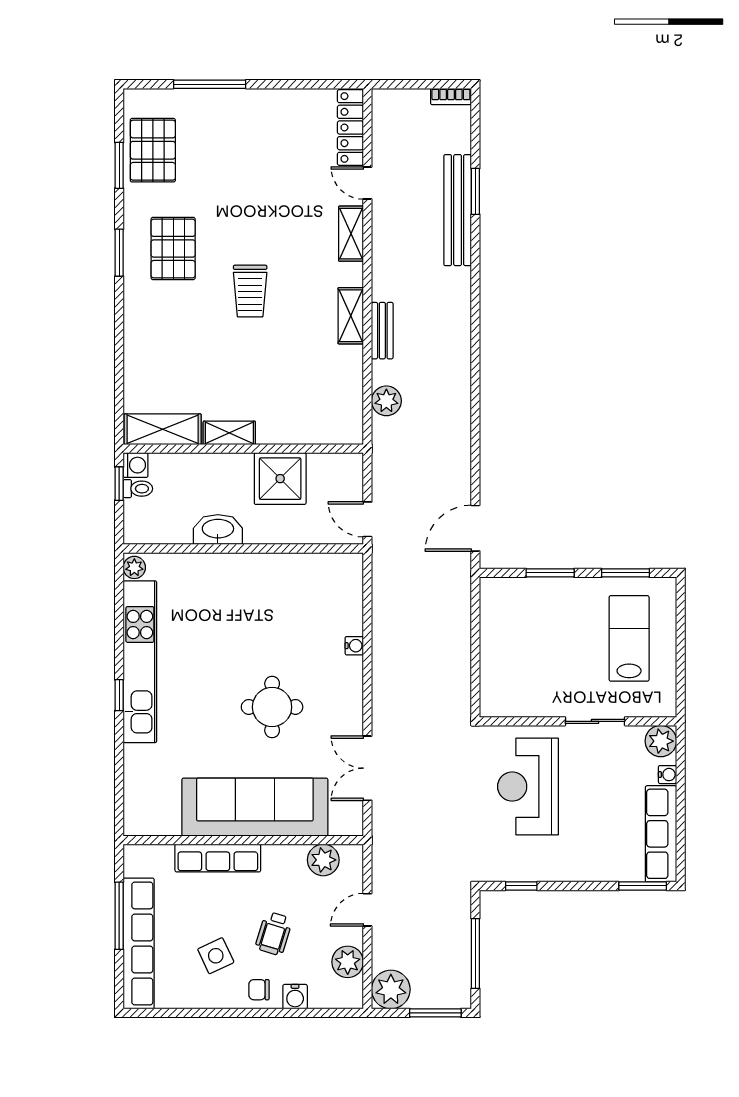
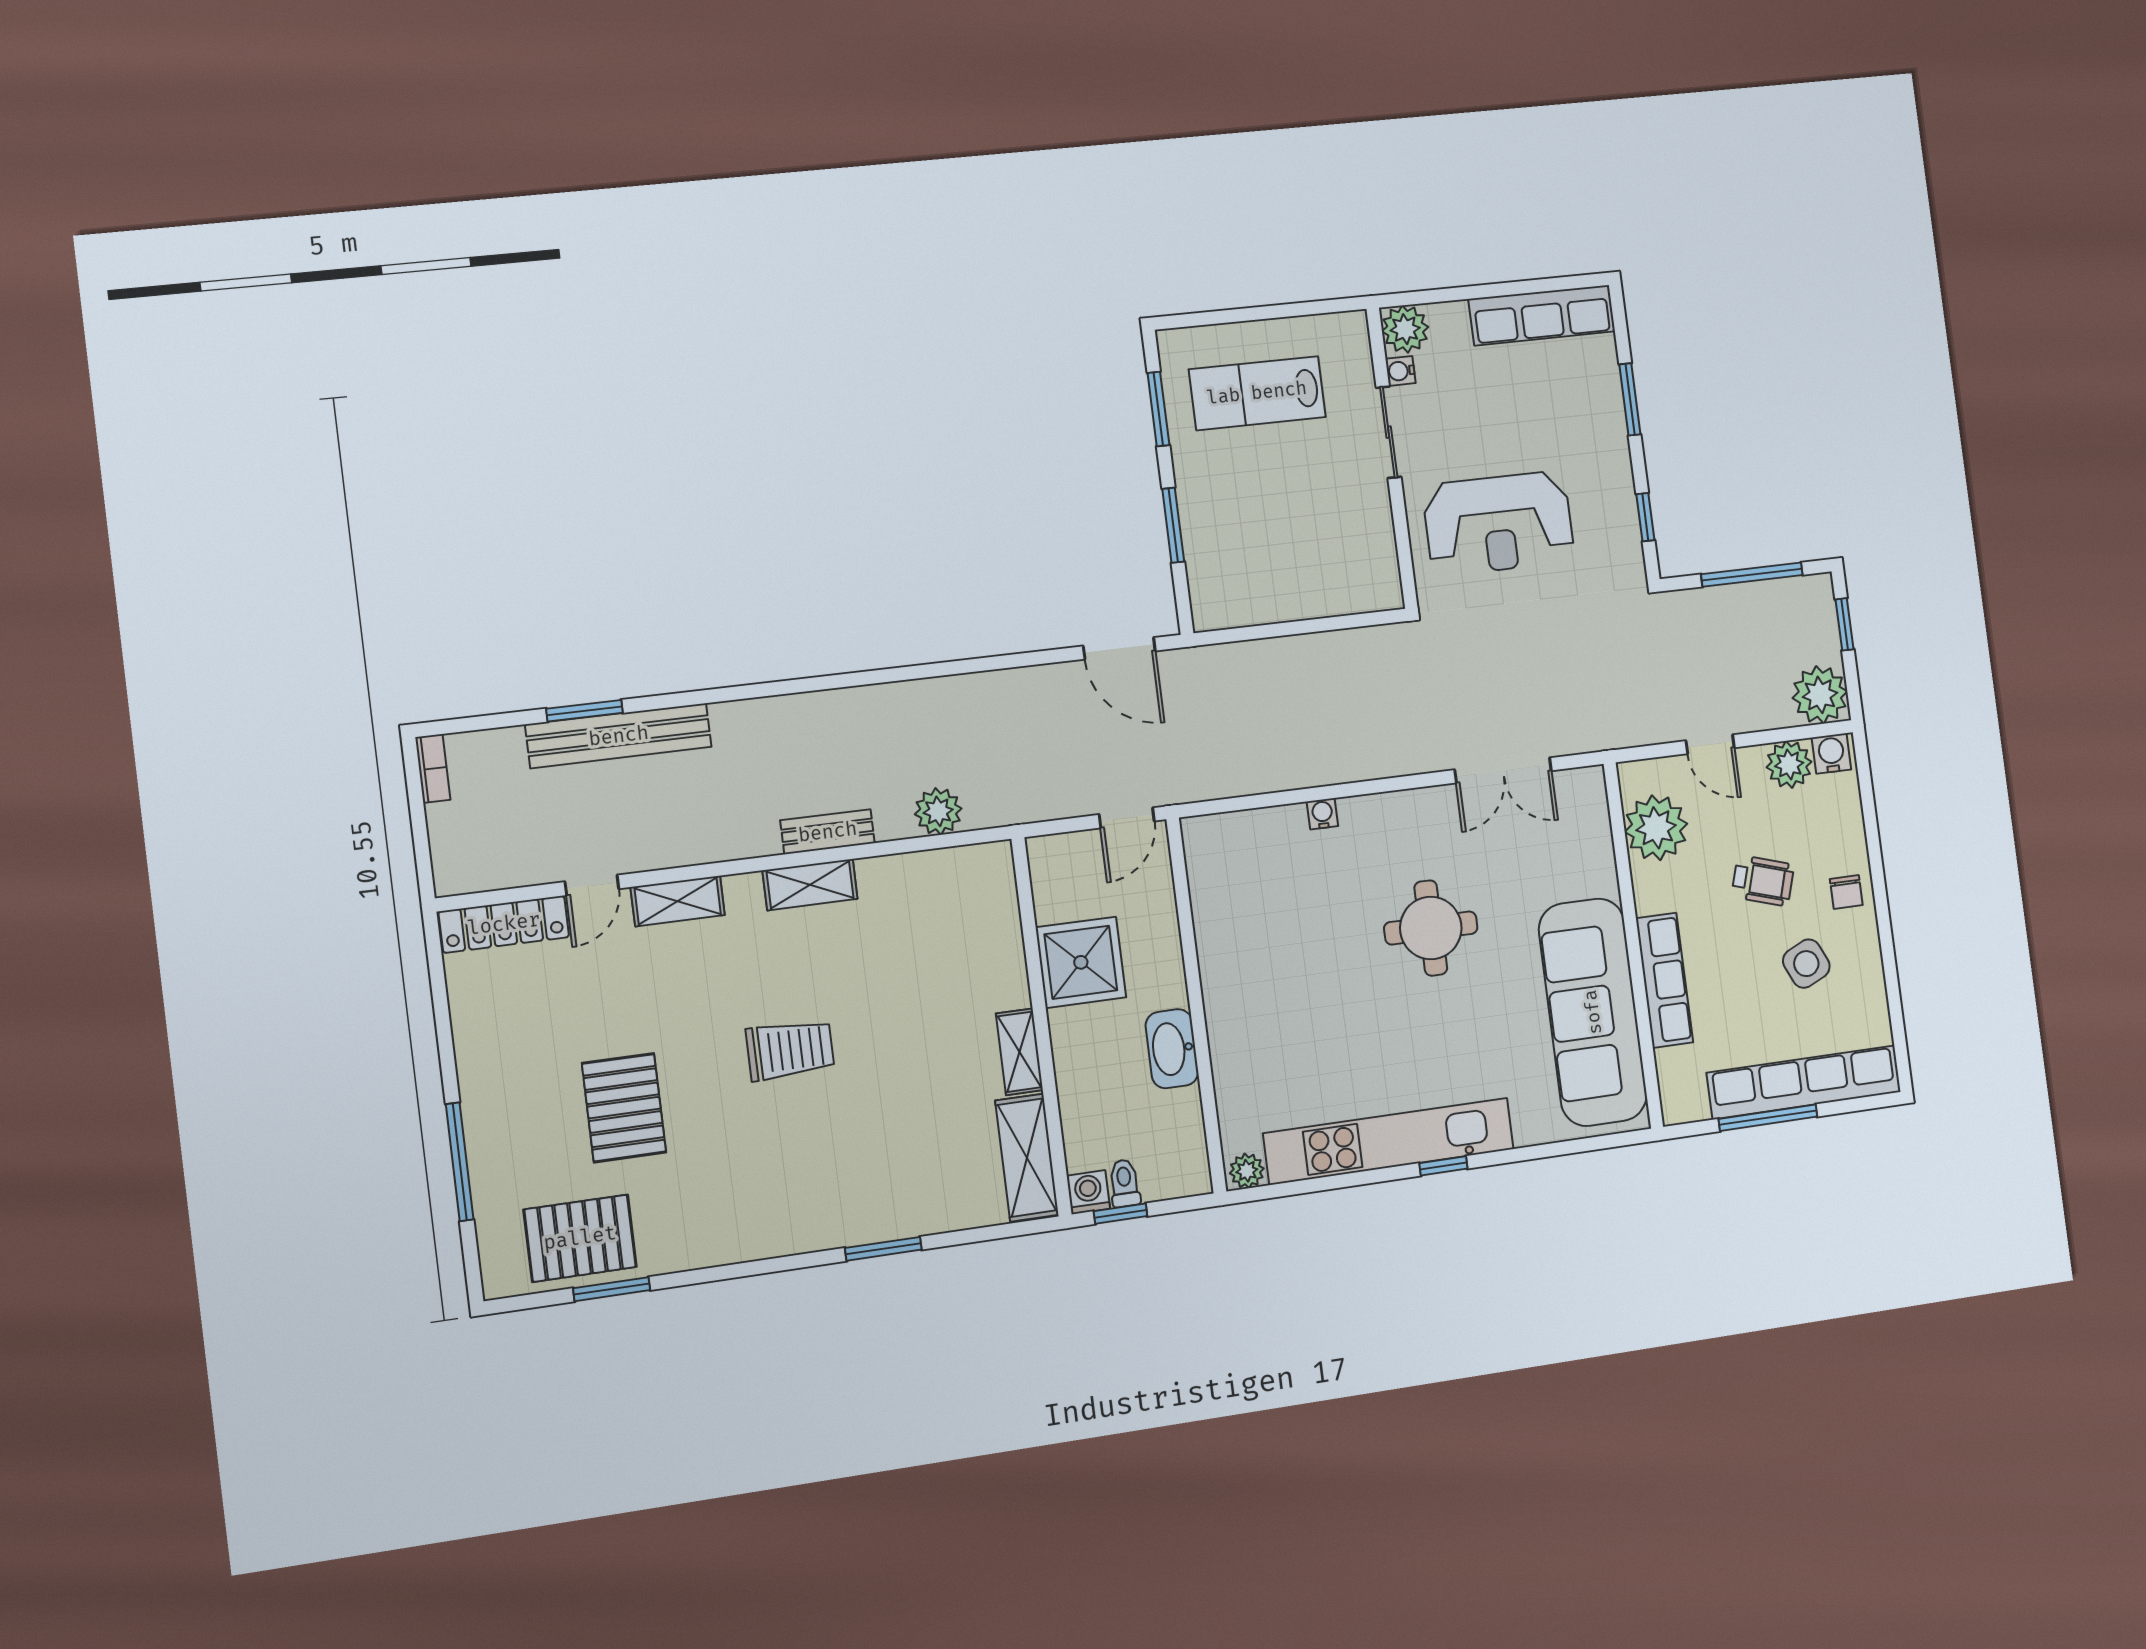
pallet: (173, 248) -> (624, 1108), moved, turned 90
window: (119, 253) -> (883, 1249), moved
water cooler: (668, 775) -> (1401, 371), moved, turned -90
sofa: (255, 807) -> (1593, 1012), moved
plant: (323, 860) -> (1656, 828), width x1.36, depth x1.36
window: (643, 886) -> (1630, 399), moved
water cooler: (295, 997) -> (1831, 754), moved, turned -90
window: (435, 1013) -> (1844, 624), width x0.67

